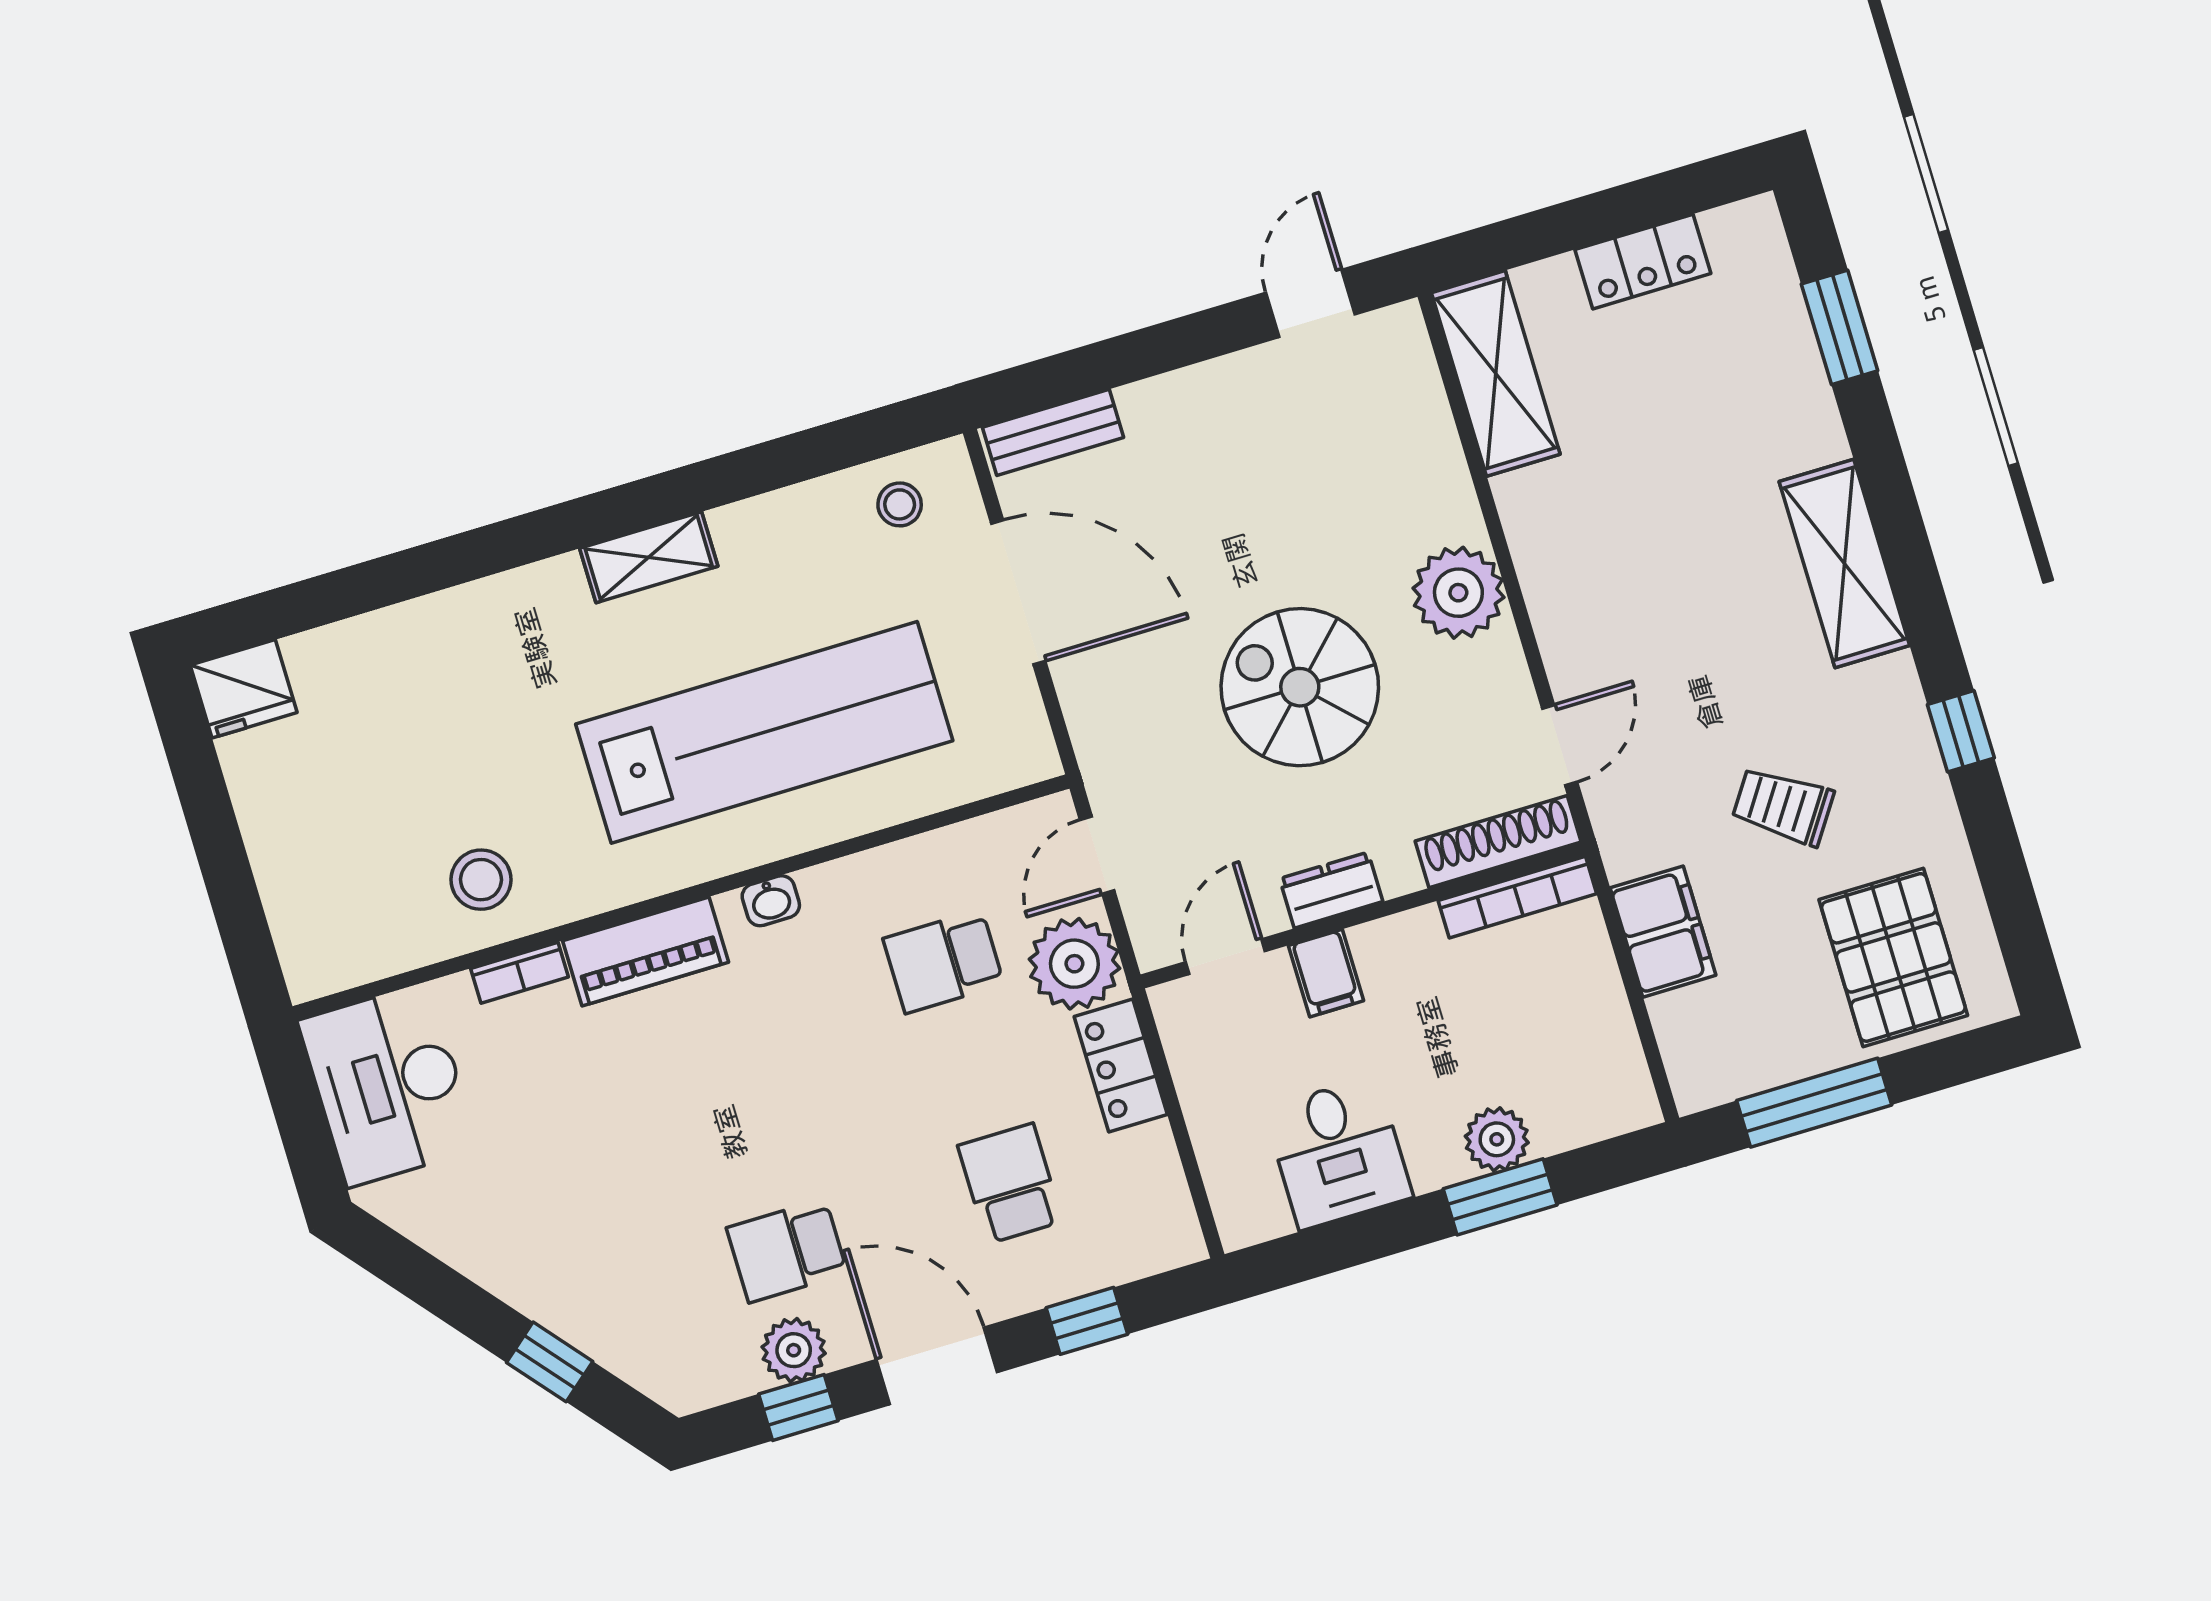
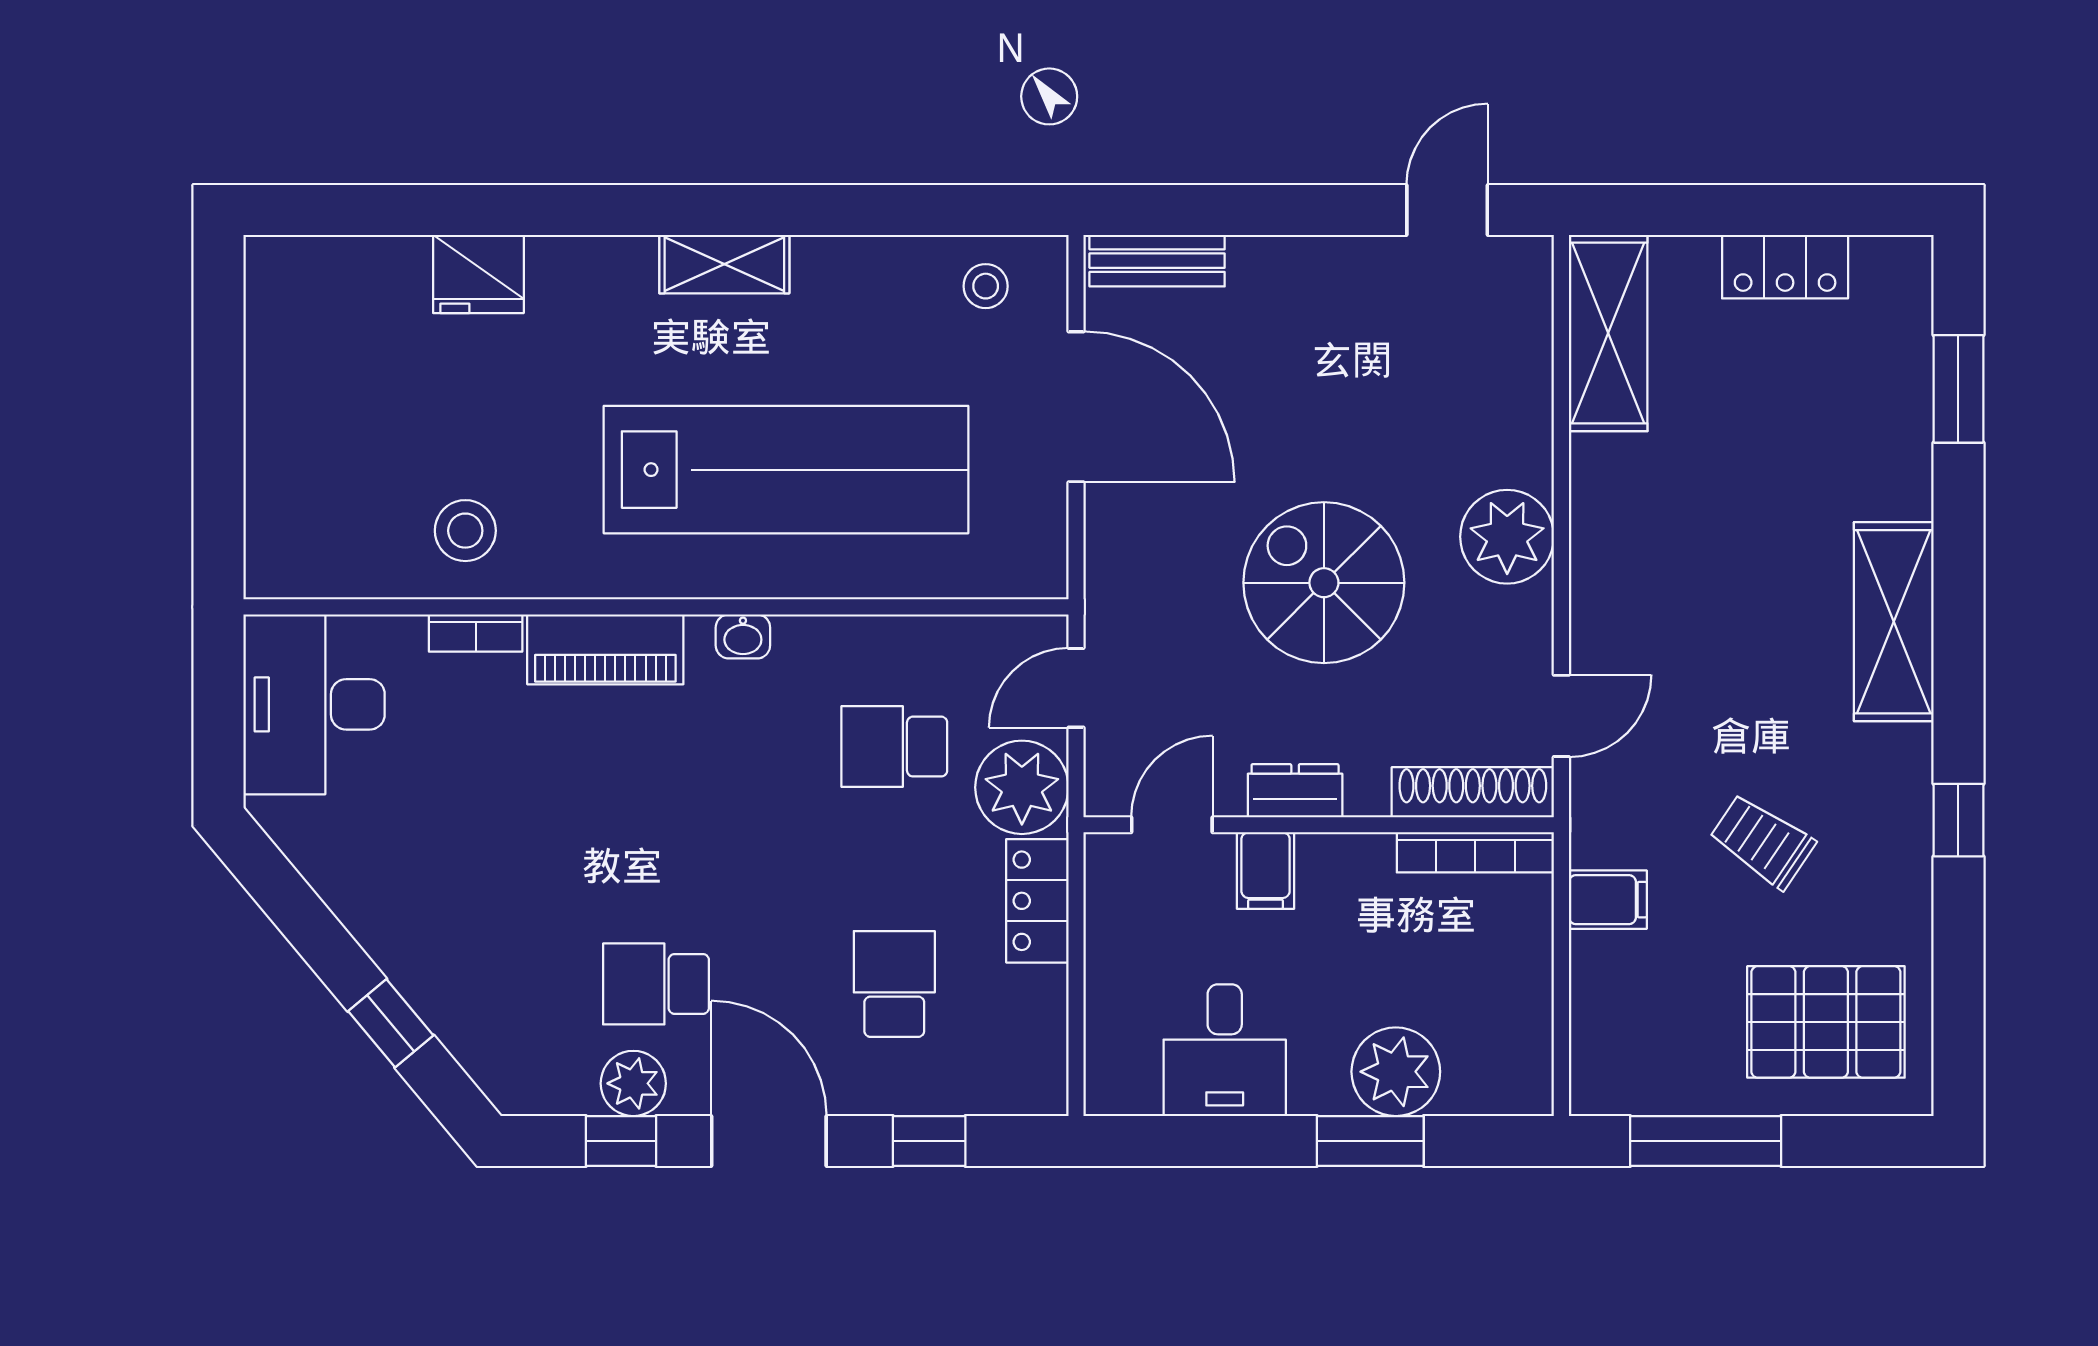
fridge: (244, 689) -> (478, 274), moved
filing cabinet: (1663, 932) -> (1608, 900), width x0.50
pallet: (1893, 957) -> (1826, 1022), turned 90
plant: (1497, 1139) -> (1396, 1072), width x1.36, depth x1.36

